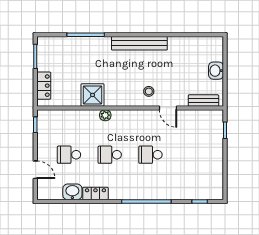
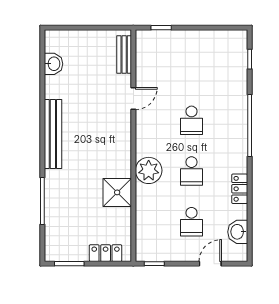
washbasin: (216, 71) -> (53, 64), moved, turned -90
stool: (149, 91) -> (113, 122), removed
plant: (105, 115) -> (149, 170), width x1.88, depth x1.88
washbasin: (72, 192) -> (238, 232), moved

